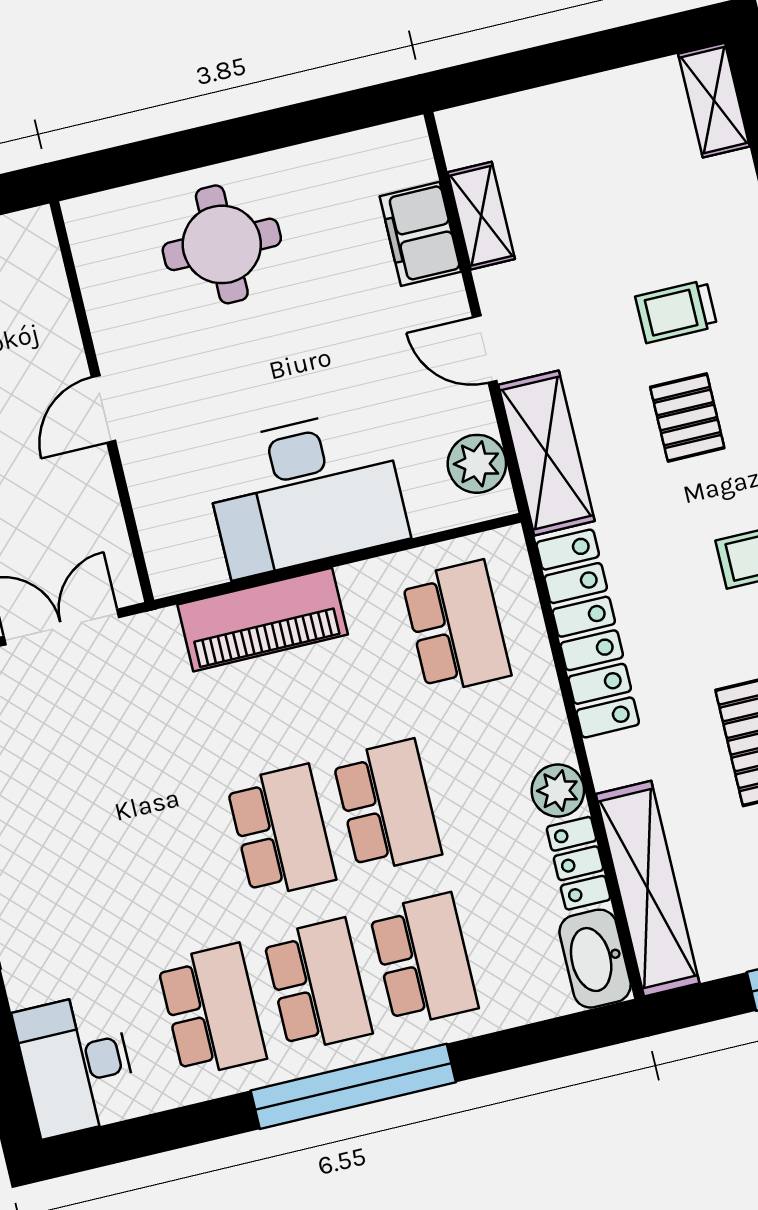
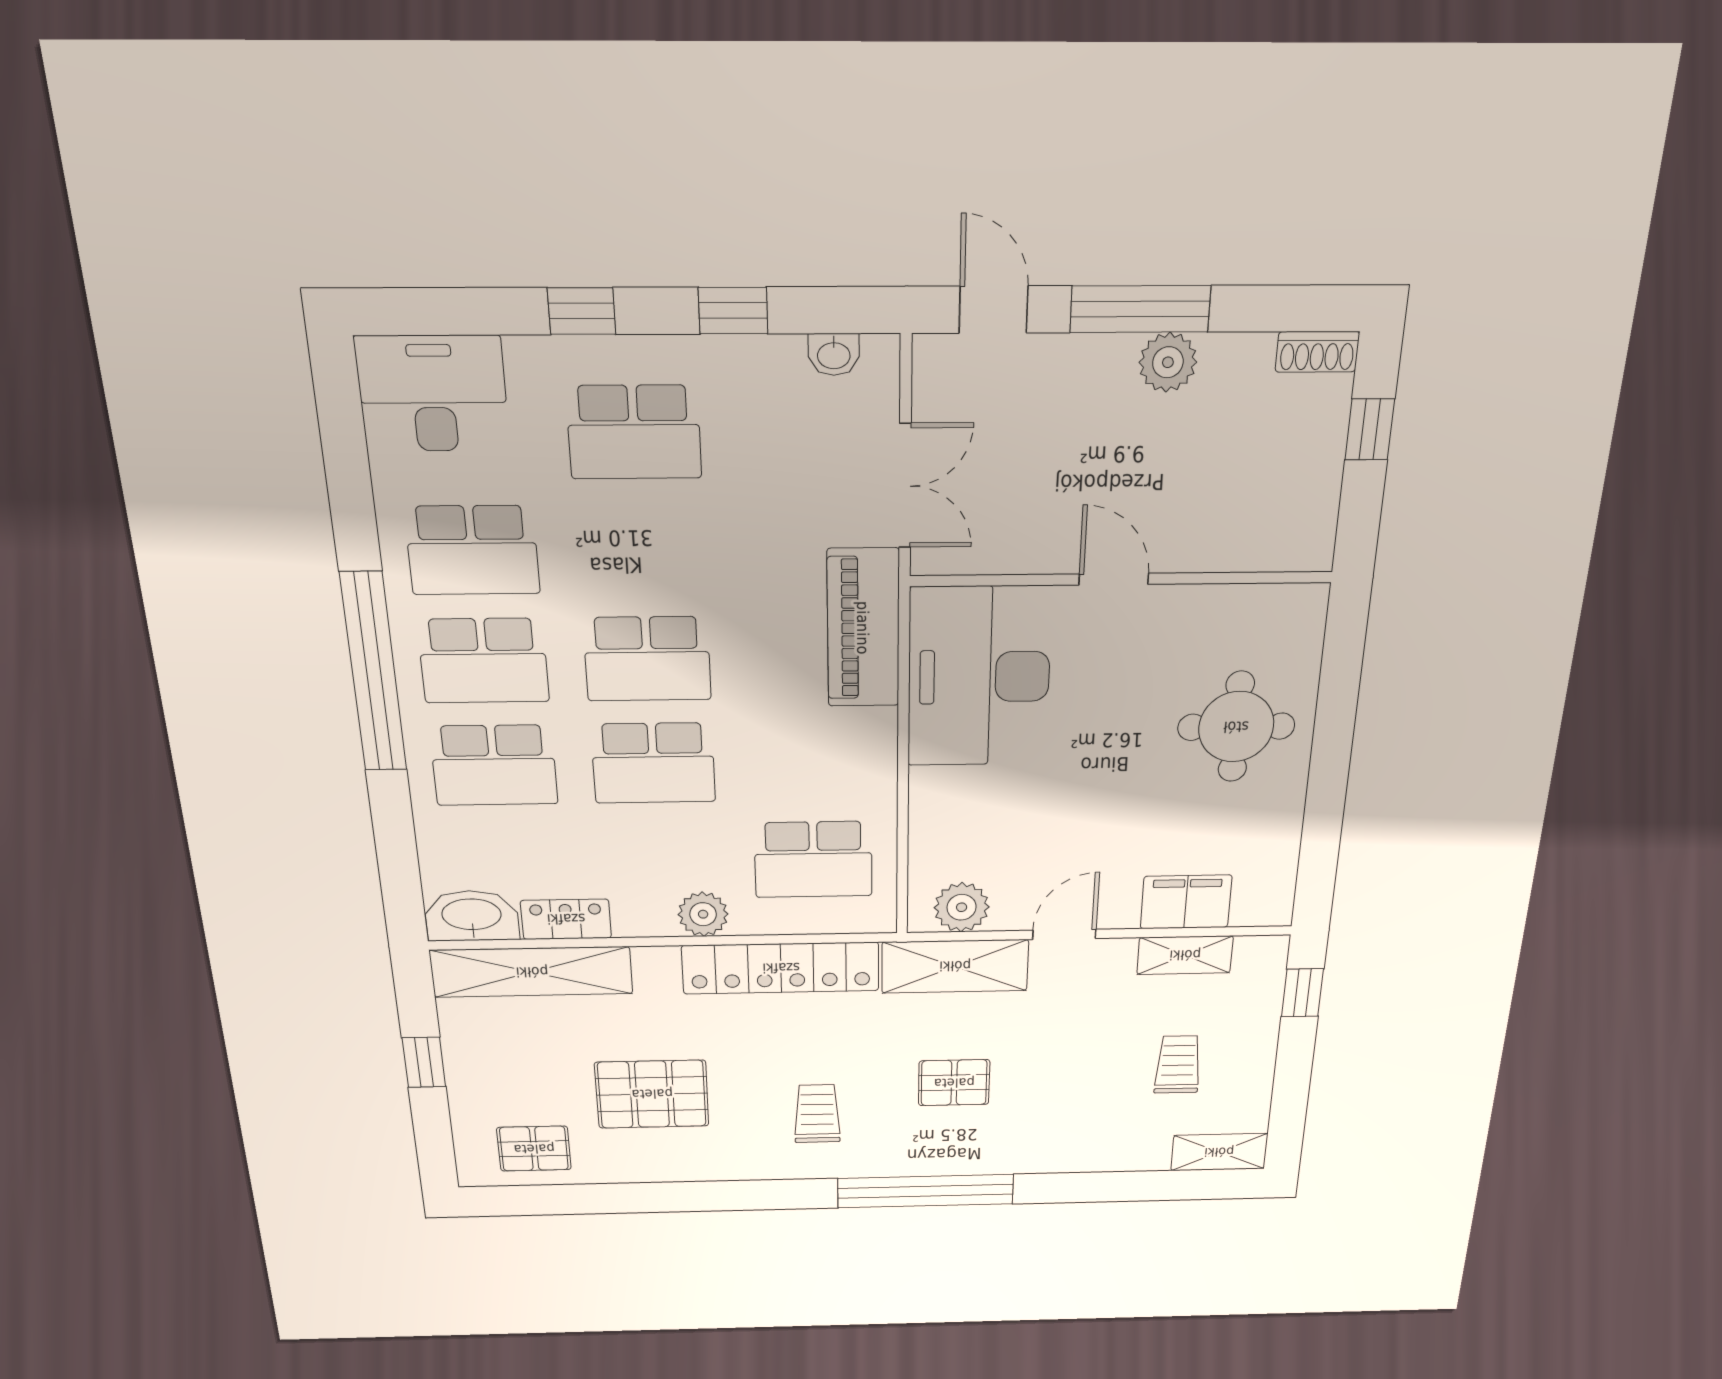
window: (498, 76) -> (1302, 993), added
trolley: (676, 311) -> (1178, 1065), moved
desk: (305, 492) -> (979, 677), moved
piano: (263, 620) -> (863, 628), moved
plant: (558, 791) -> (703, 914), moved
school desk: (69, 882) -> (634, 432), added

